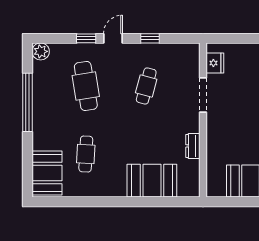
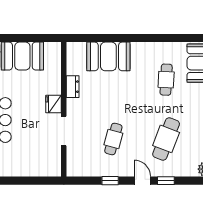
door: (113, 38) -> (142, 181), swing flipped
fridge: (215, 63) -> (54, 104), moved
cafe table: (86, 86) -> (166, 139), turned 30

